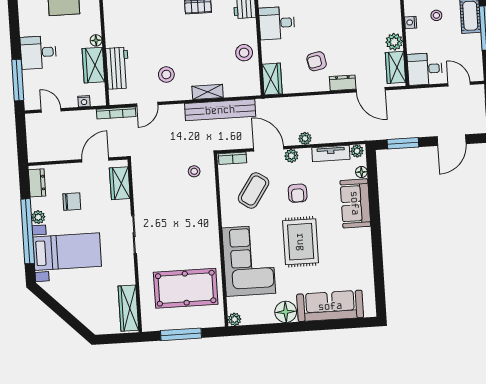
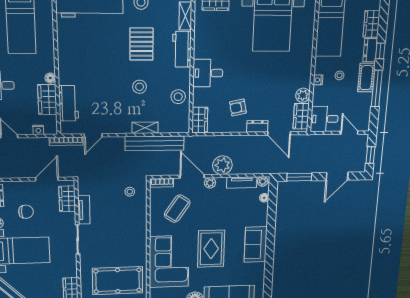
stool: (166, 74) -> (140, 87), moved
plant: (305, 138) -> (222, 165), width x1.88, depth x1.88
armchair: (298, 193) -> (212, 212), removed
tv unit: (140, 197) -> (84, 210), added
sofa: (355, 203) -> (256, 245), moved

